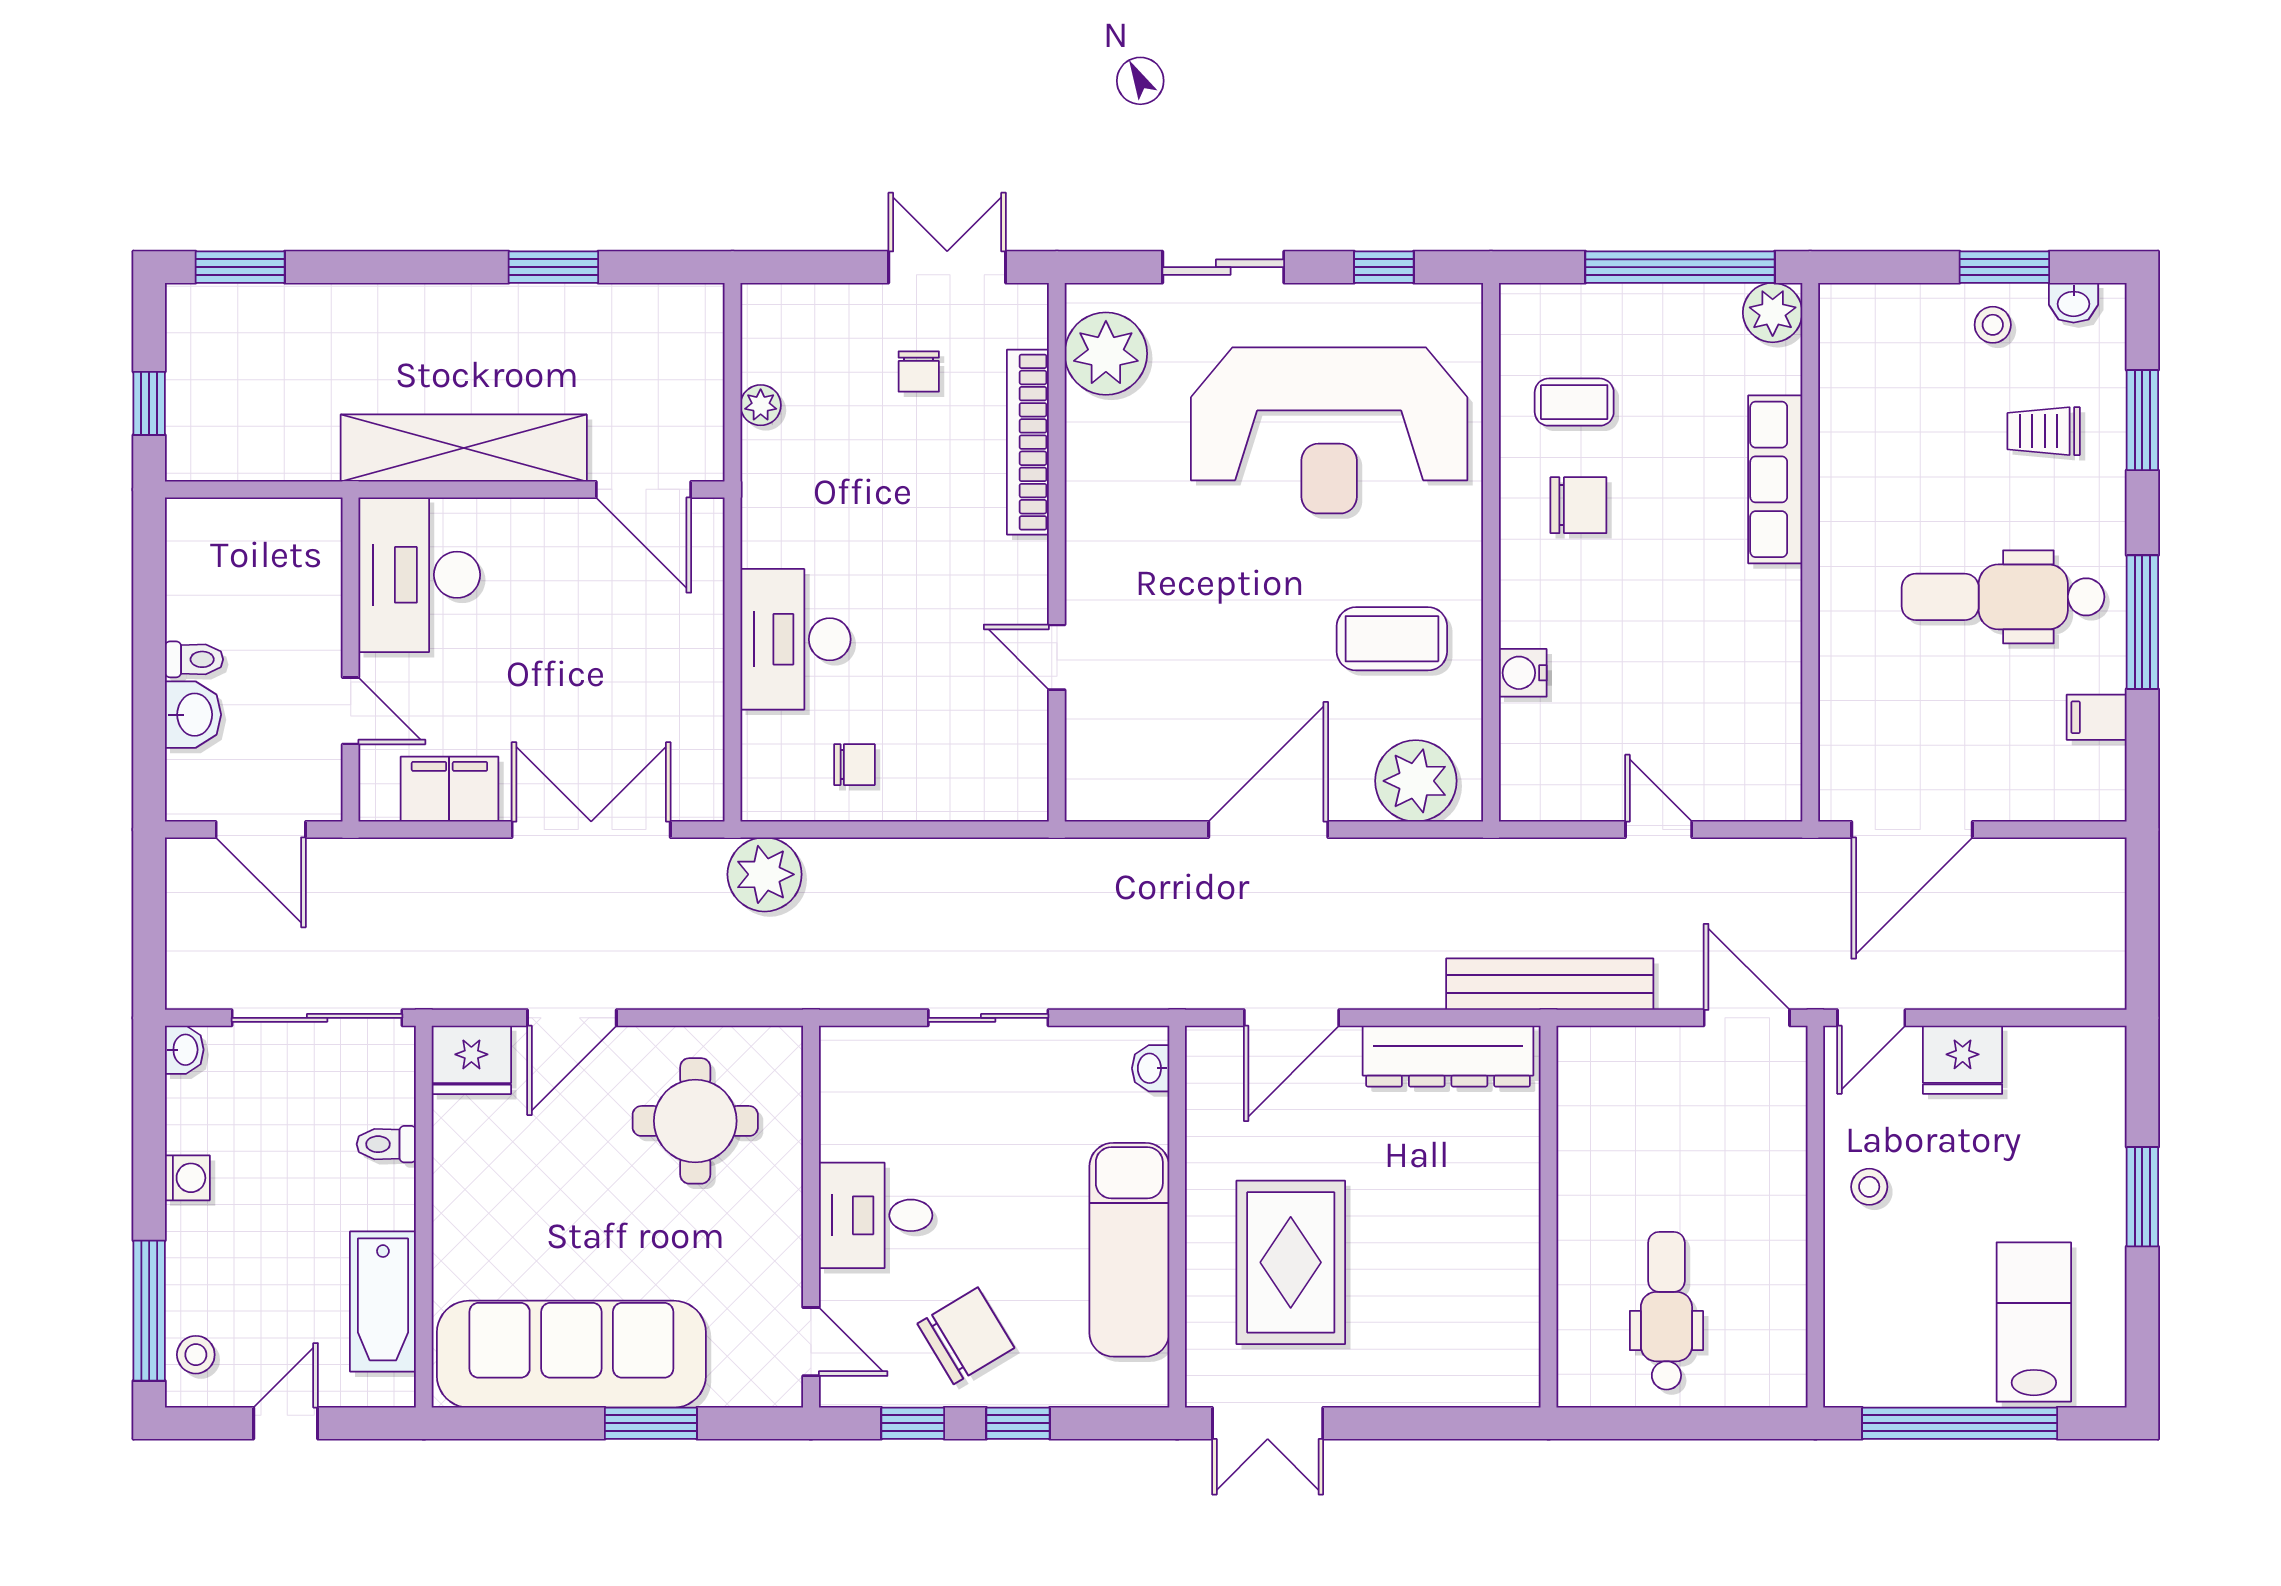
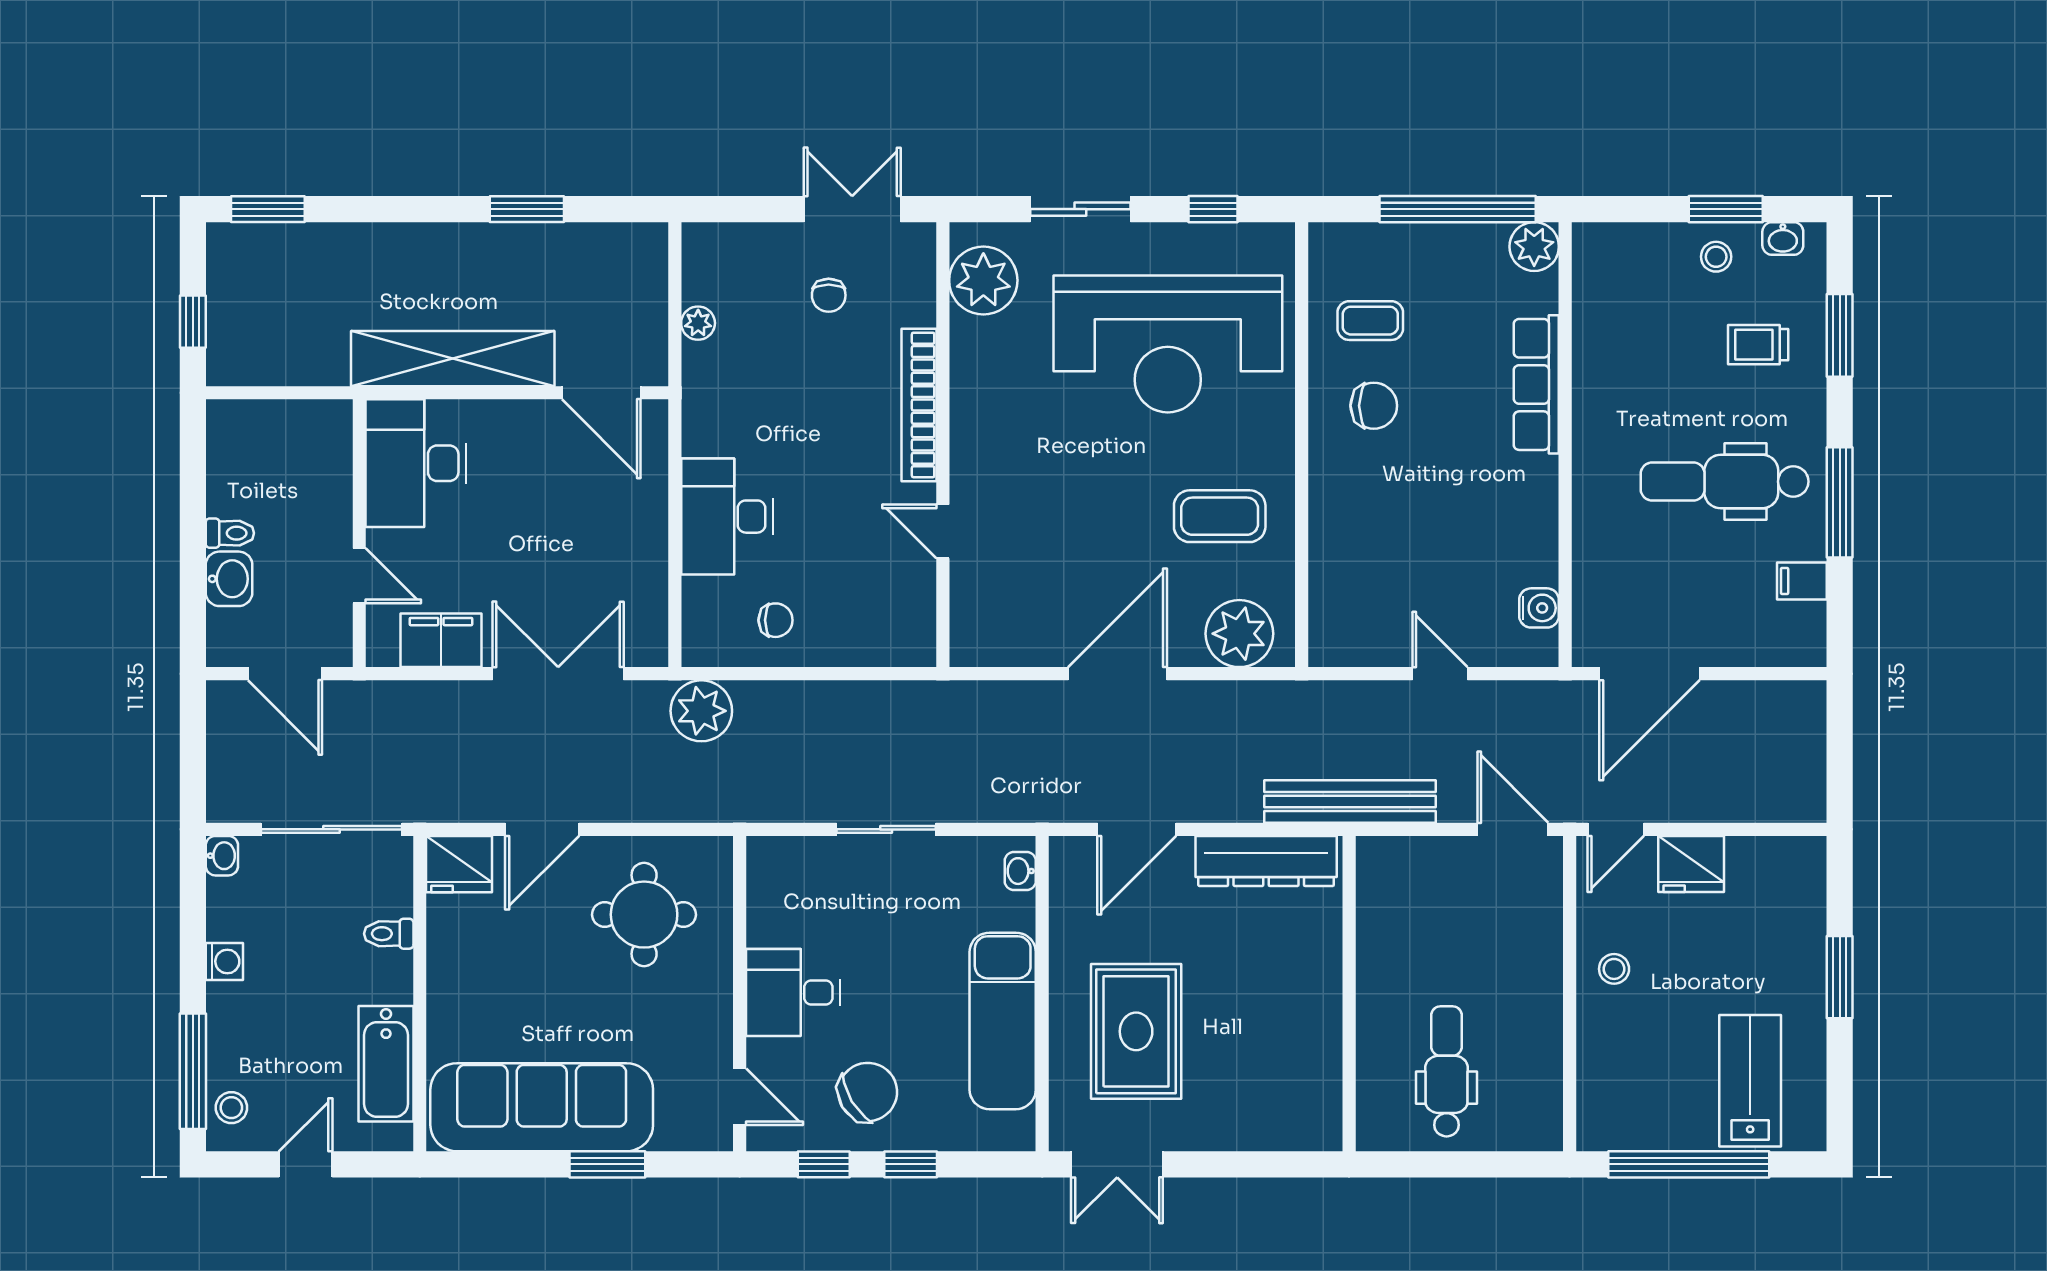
bookcase: (1028, 442) -> (919, 405), moved
water cooler: (1523, 673) -> (1539, 608), moved, turned 180

